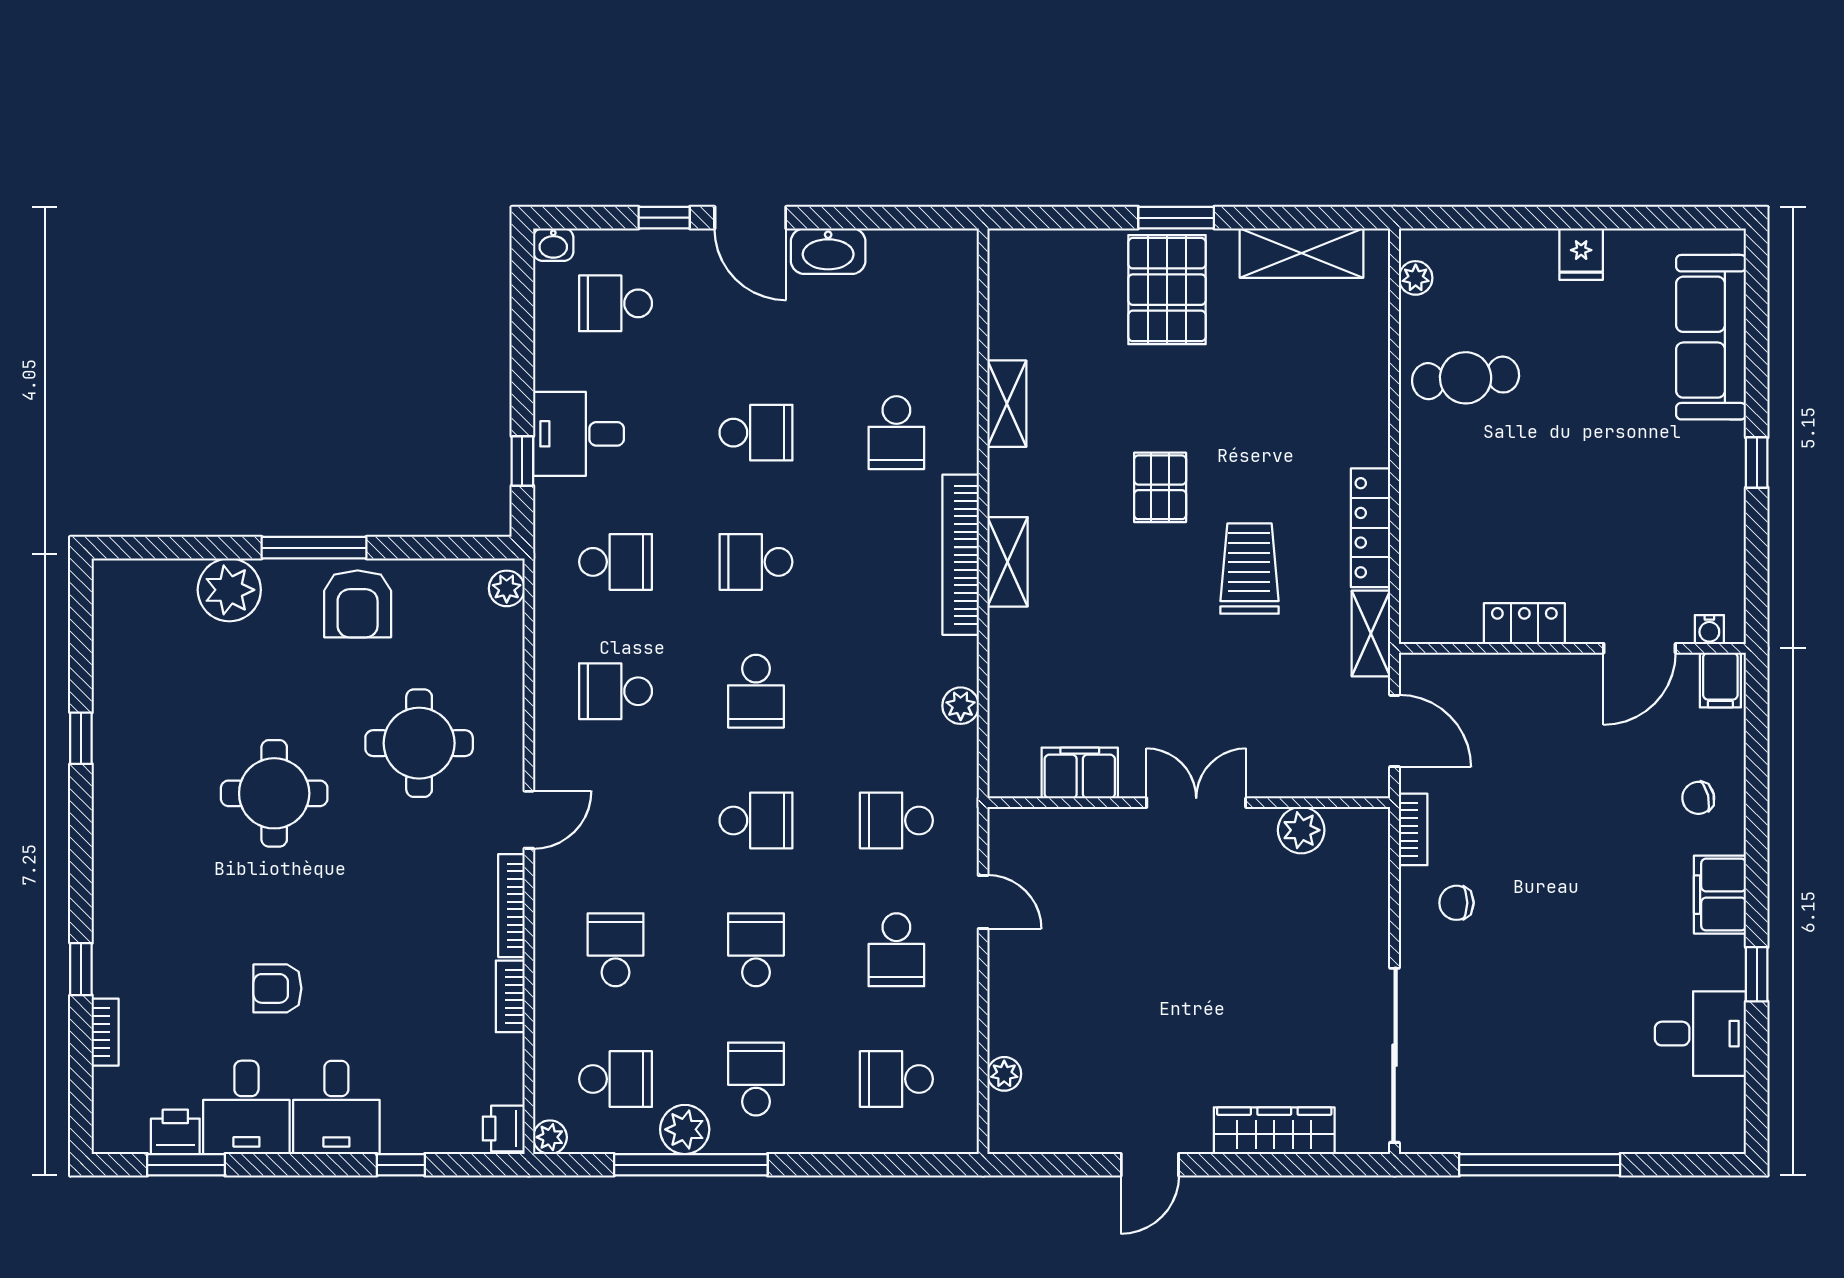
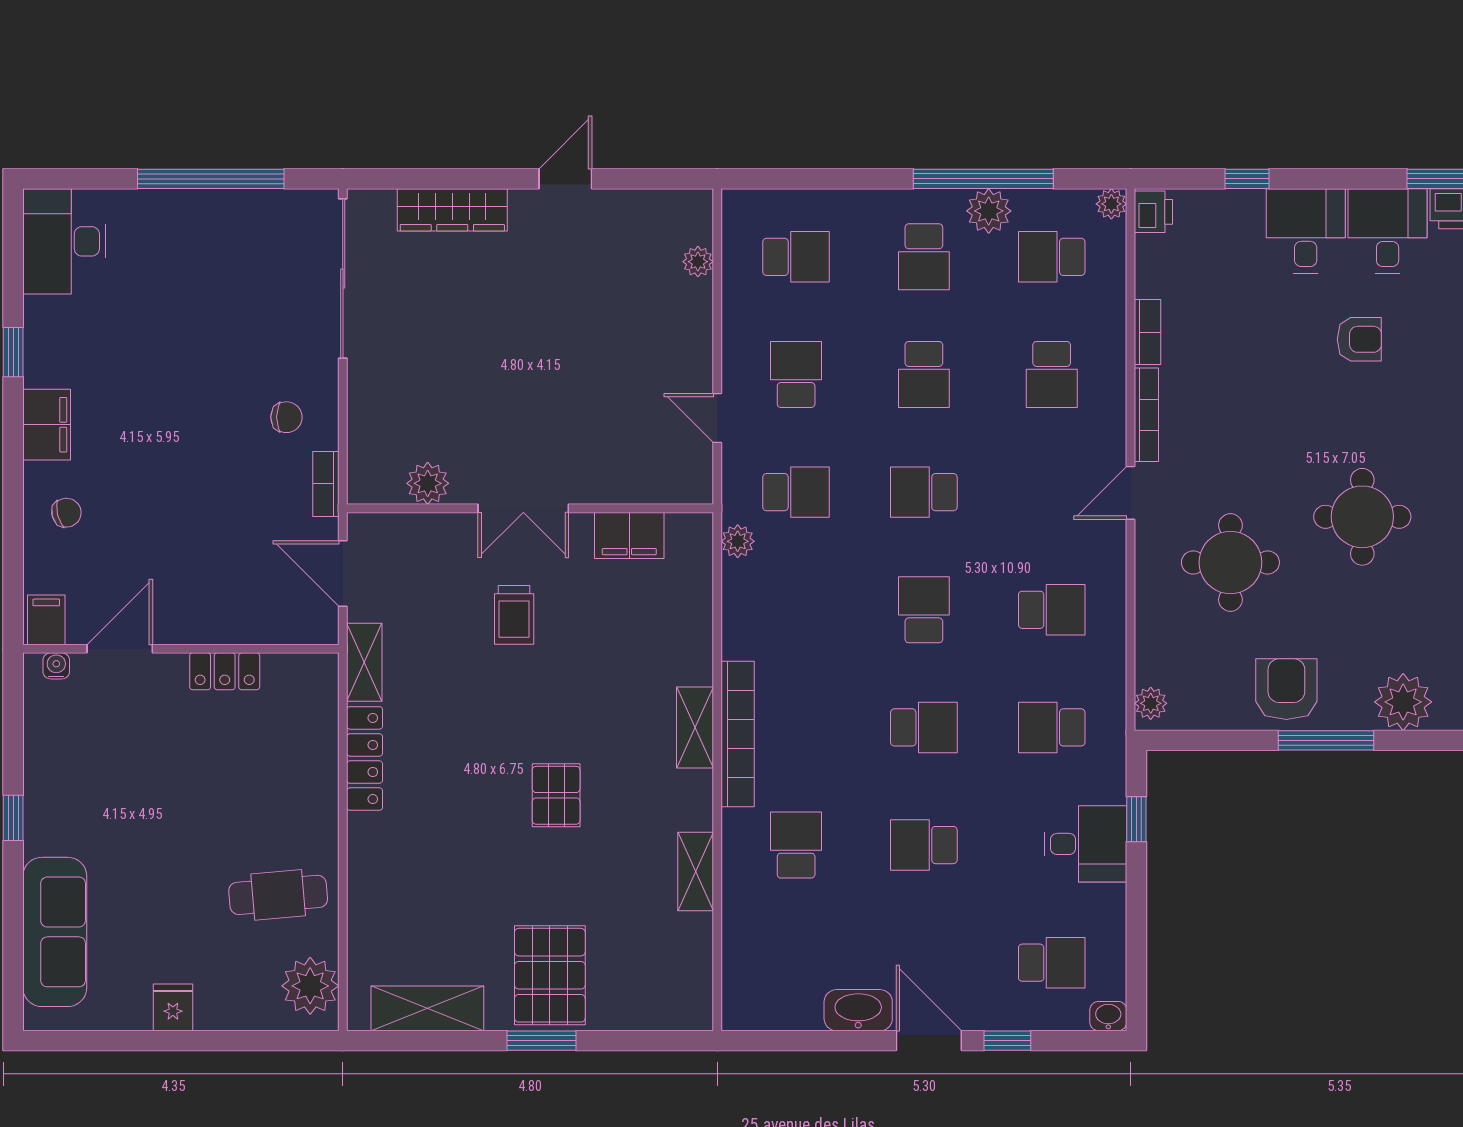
plant: (1416, 278) -> (310, 986), width x1.88, depth x1.88
trolley: (1249, 569) -> (514, 615), moved, width x0.73, depth x0.72
plant: (961, 706) -> (738, 541), moved
desk: (1700, 1034) -> (64, 241), moved, width x1.37

